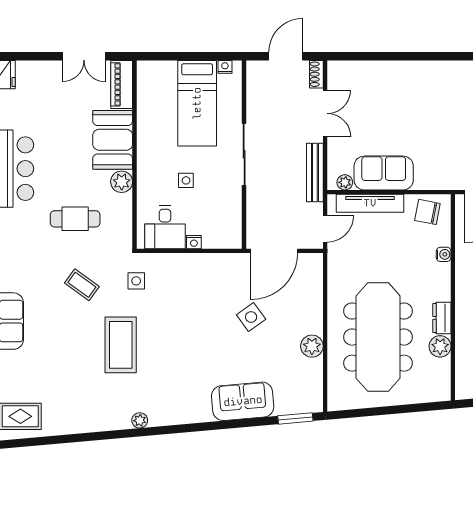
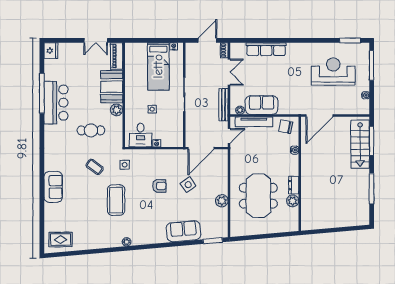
row of seats: (392, 72) -> (266, 49), added
armchair: (199, 319) -> (159, 186), added
meeting table: (378, 337) -> (258, 196), width x0.73

